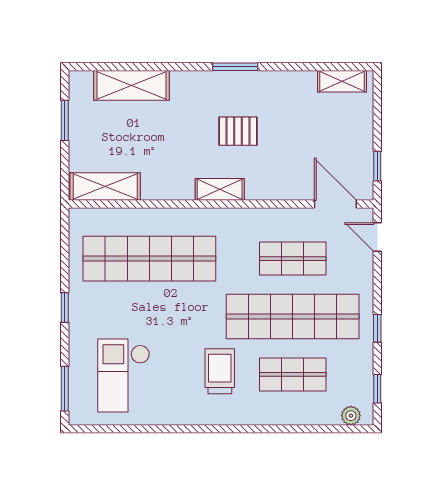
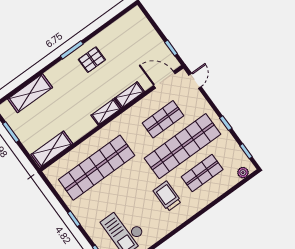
shelving: (342, 81) -> (129, 95), moved
pallet: (238, 131) -> (92, 60), moved
door: (377, 237) -> (195, 81), swing flipped

